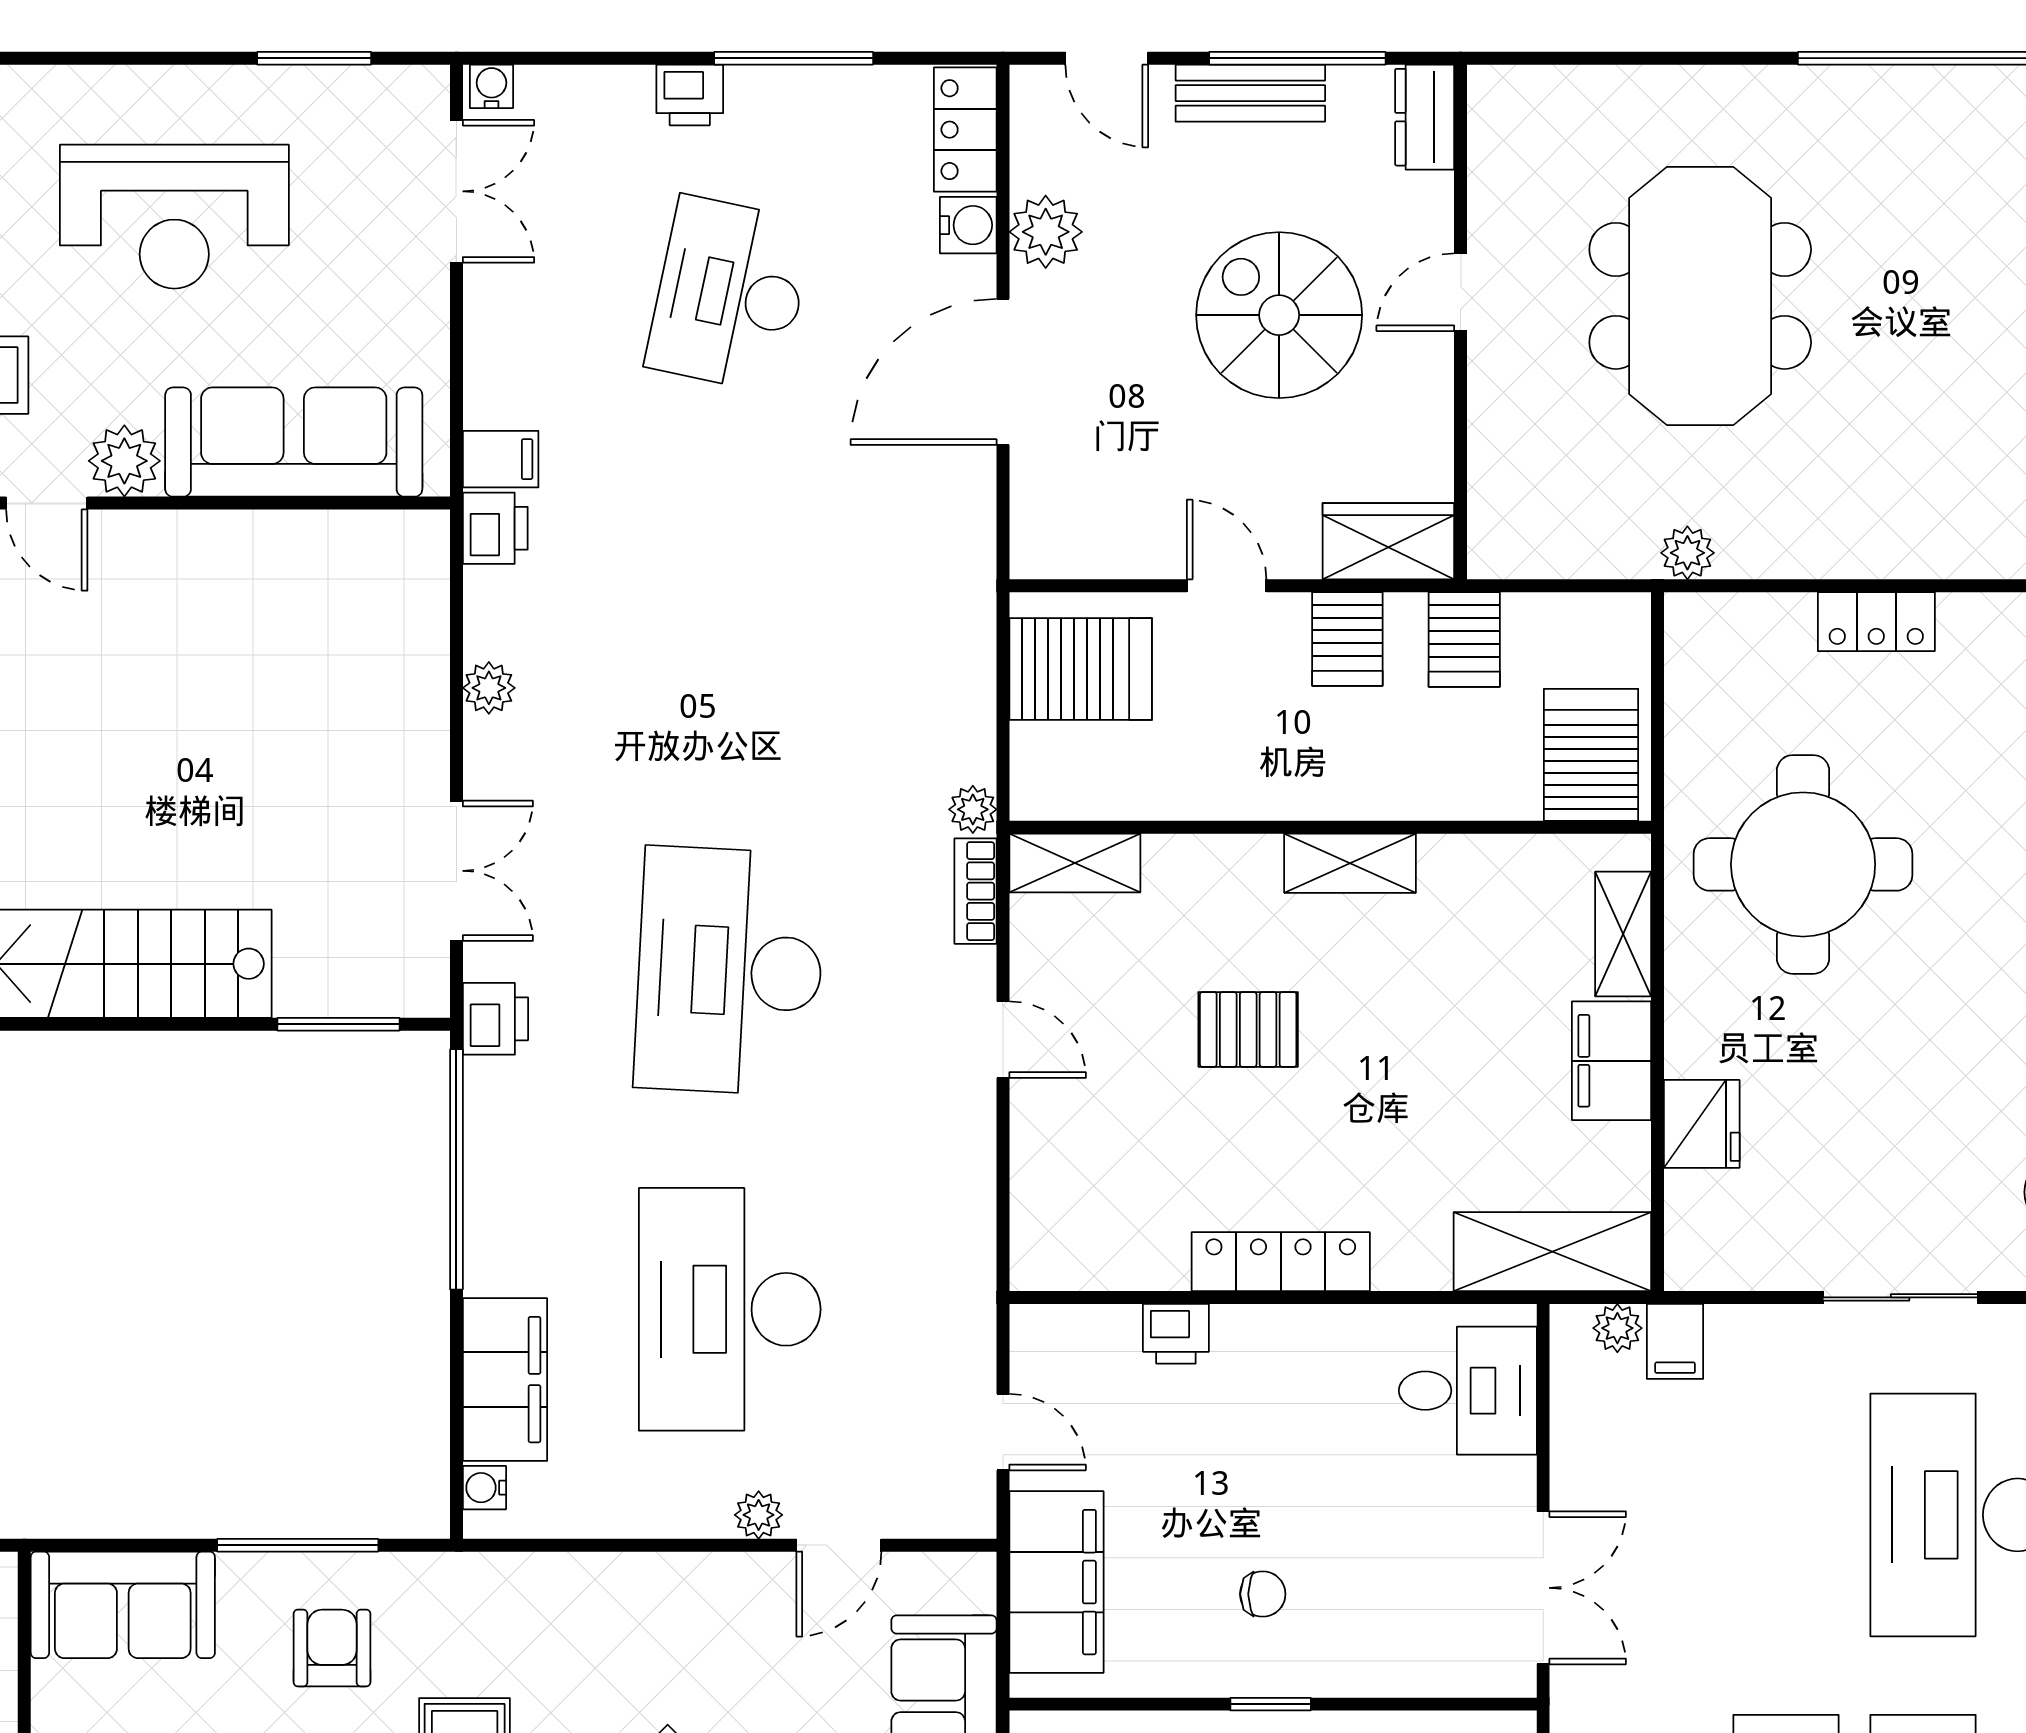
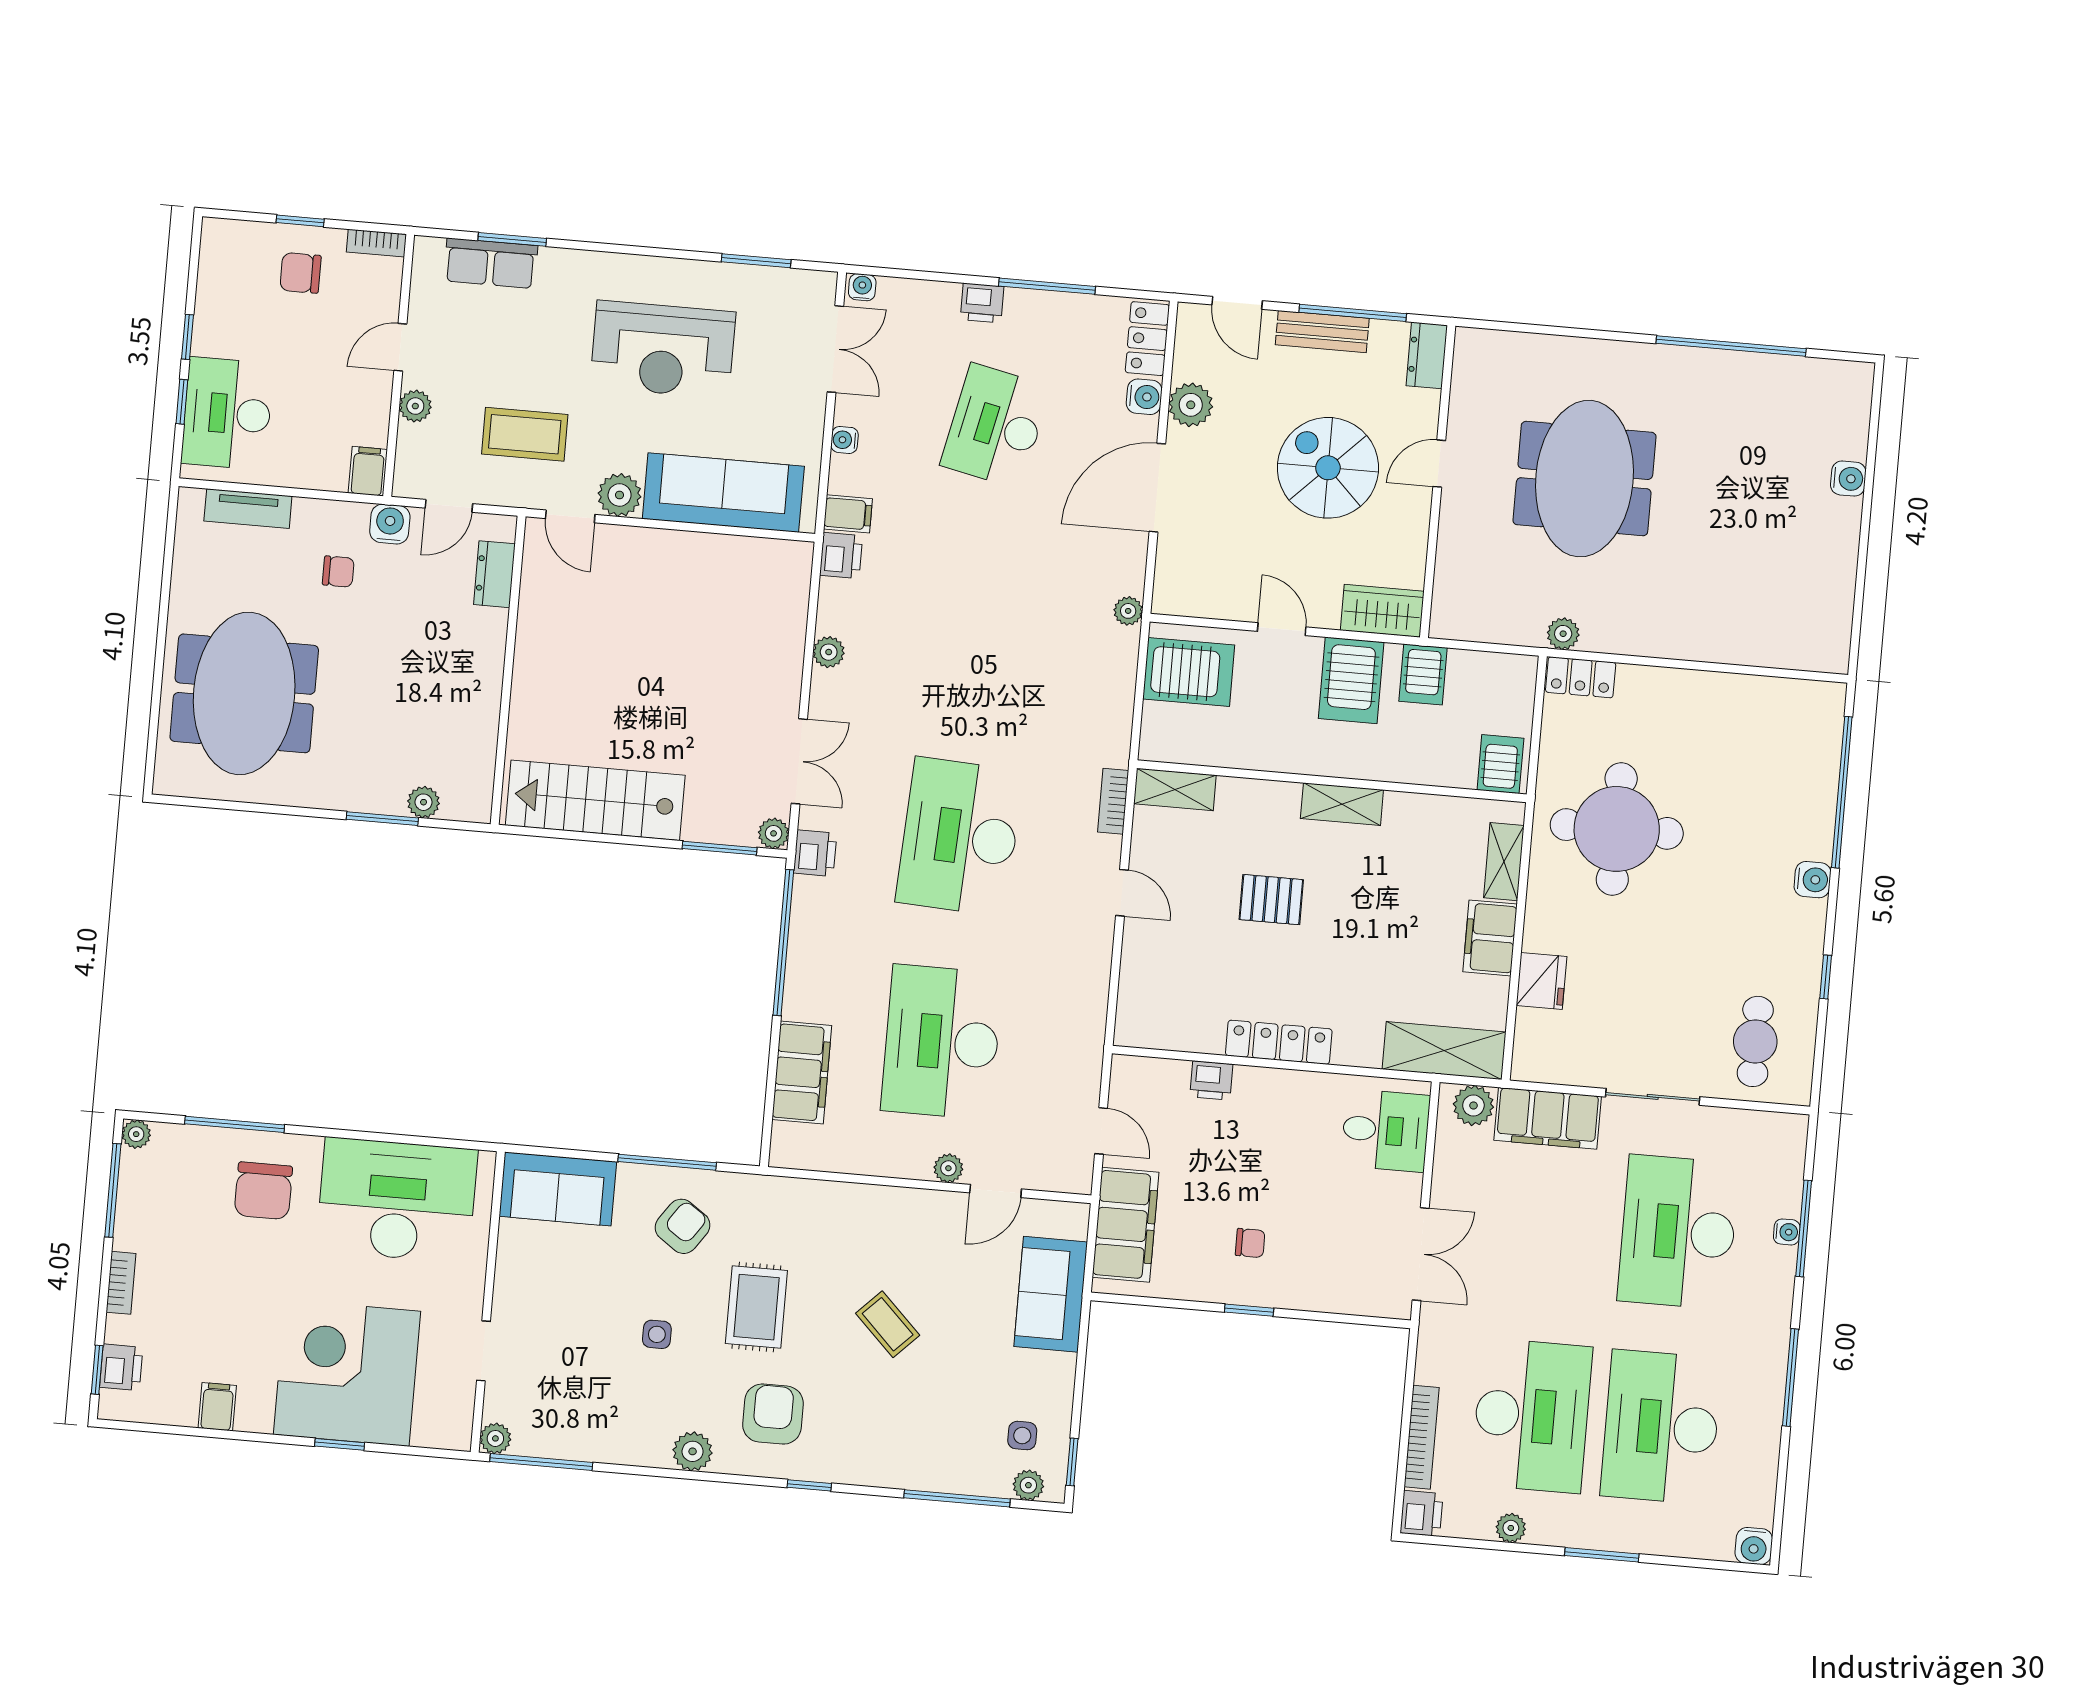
locker: (1876, 622) -> (1581, 677), moved
server rack: (1347, 639) -> (1351, 680), width x1.36, depth x1.44
server rack: (1591, 755) -> (1500, 764), width x0.73, depth x0.70
plant: (973, 809) -> (1128, 611), moved
plant: (425, 992) -> (774, 833), added
plant: (1617, 1328) -> (1473, 1106), width x1.38, depth x1.38
filing cabinet: (1675, 1341) -> (1548, 1118), width x3.00, depth x1.17
water cooler: (484, 1488) -> (845, 440), moved
armchair: (332, 1648) -> (683, 1226), turned 35

